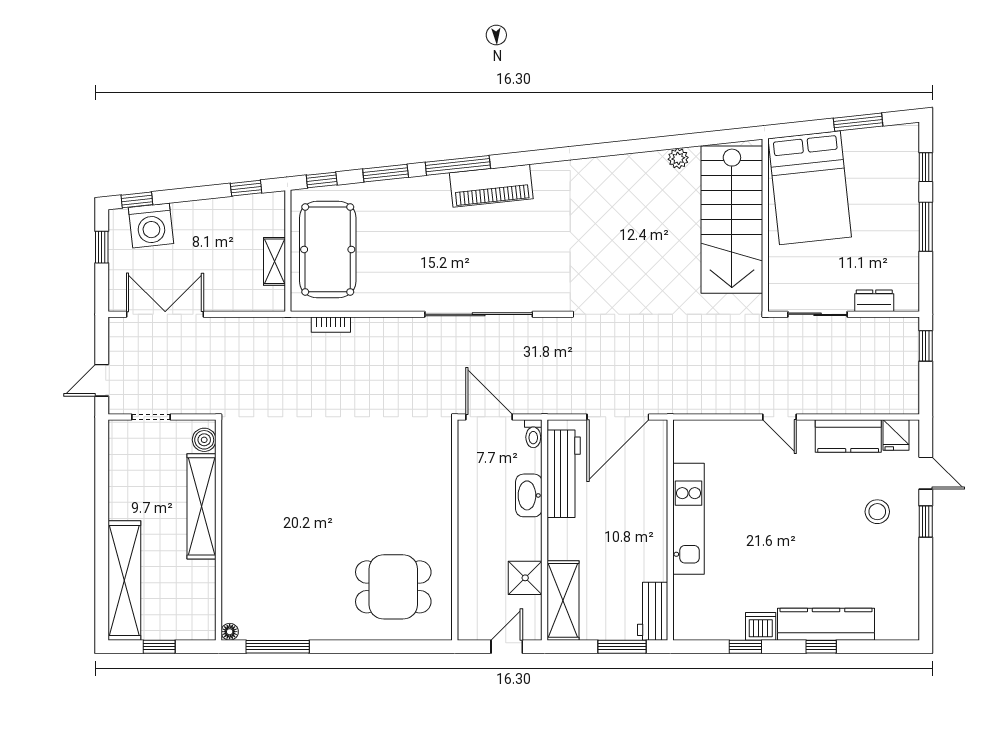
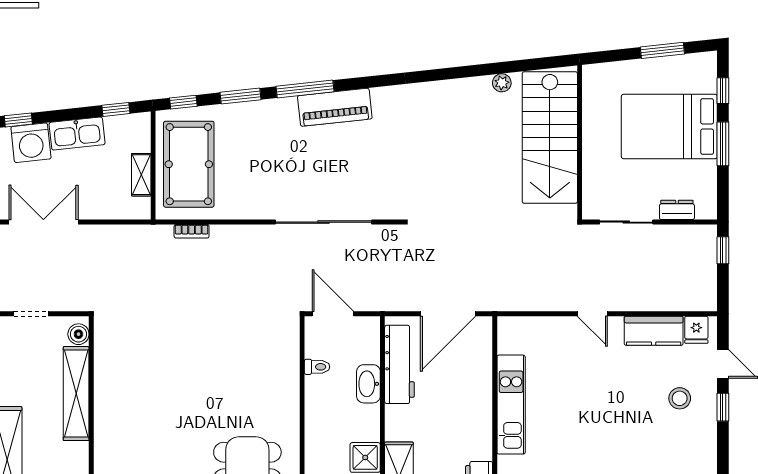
bed: (810, 188) -> (669, 127), moved, turned 96
kitchen sink: (203, 215) -> (77, 133), added
toilet: (533, 434) -> (317, 367), moved, turned -90

